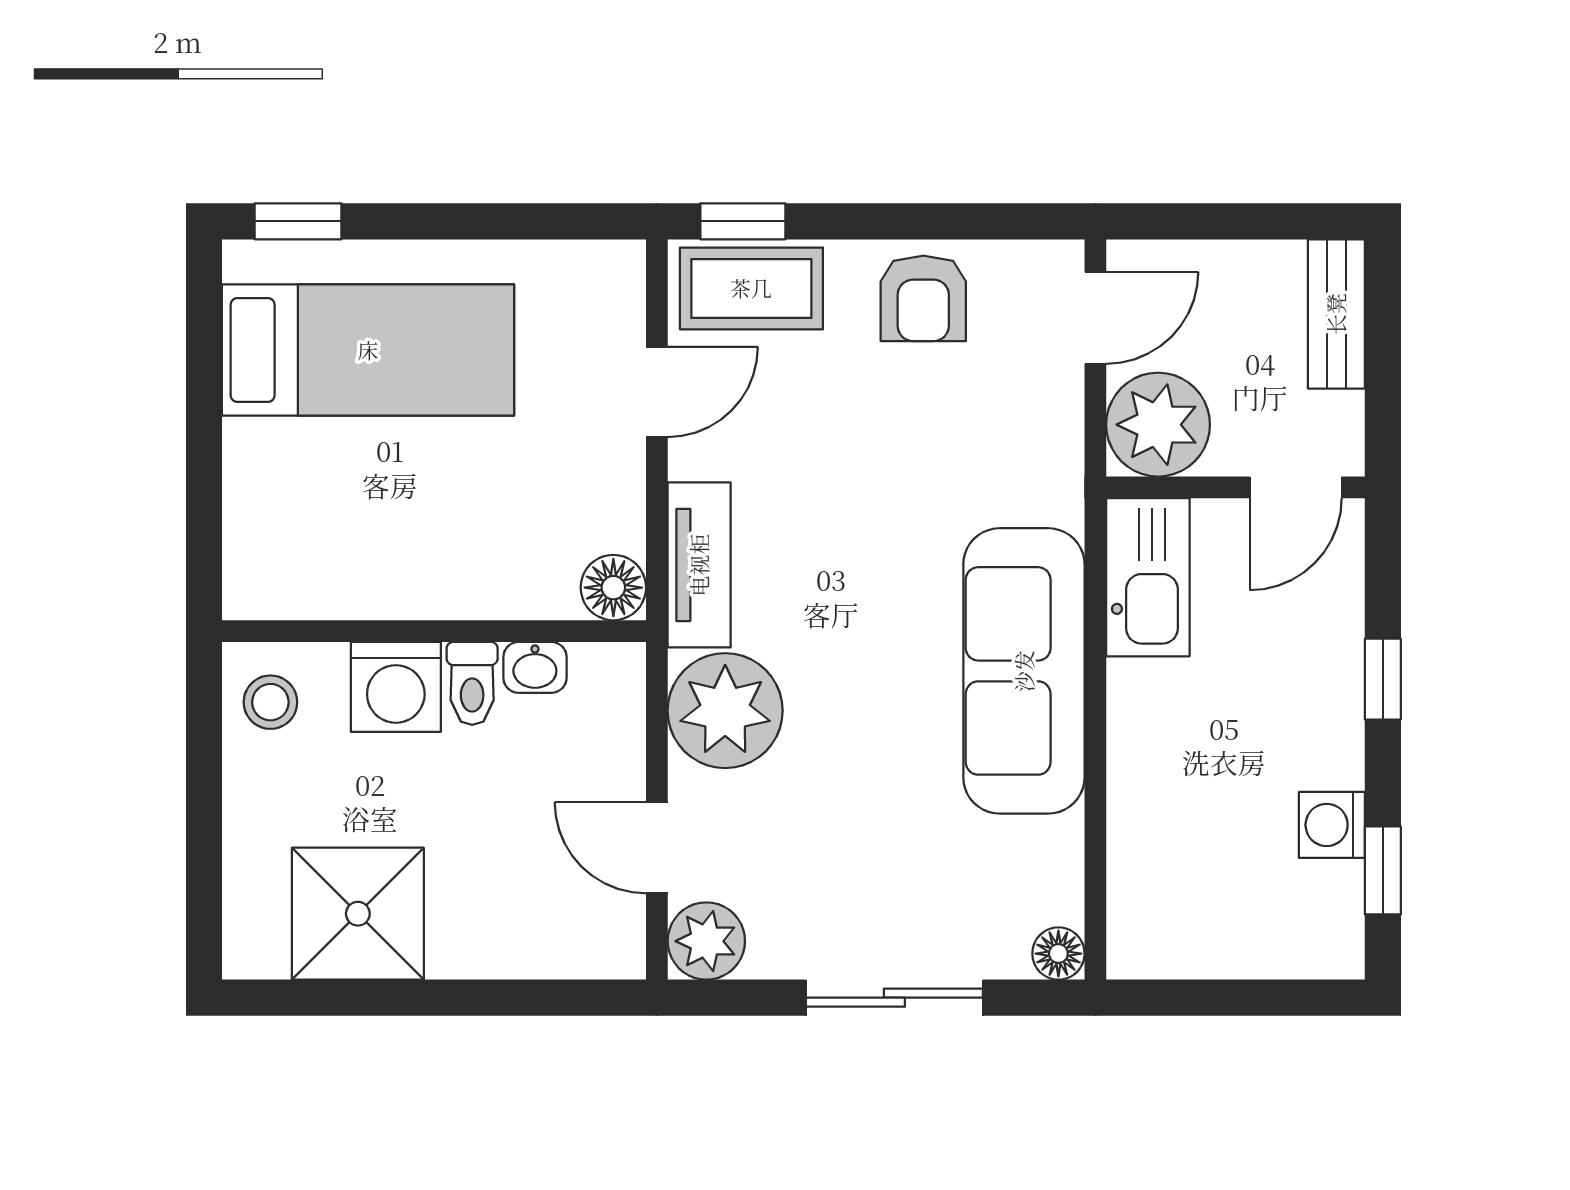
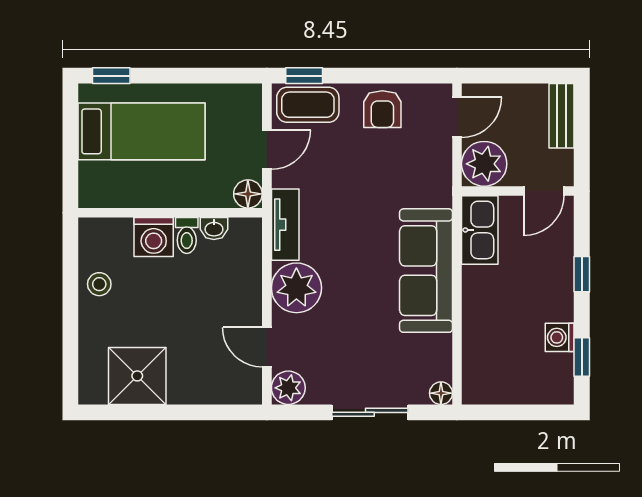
floor lamp: (613, 588) -> (248, 194), moved
wall: (434, 631) -> (170, 213), moved
washbasin: (535, 667) -> (214, 229), moved
toilet: (472, 683) -> (187, 235), moved
washing machine: (396, 687) -> (154, 237), moved

